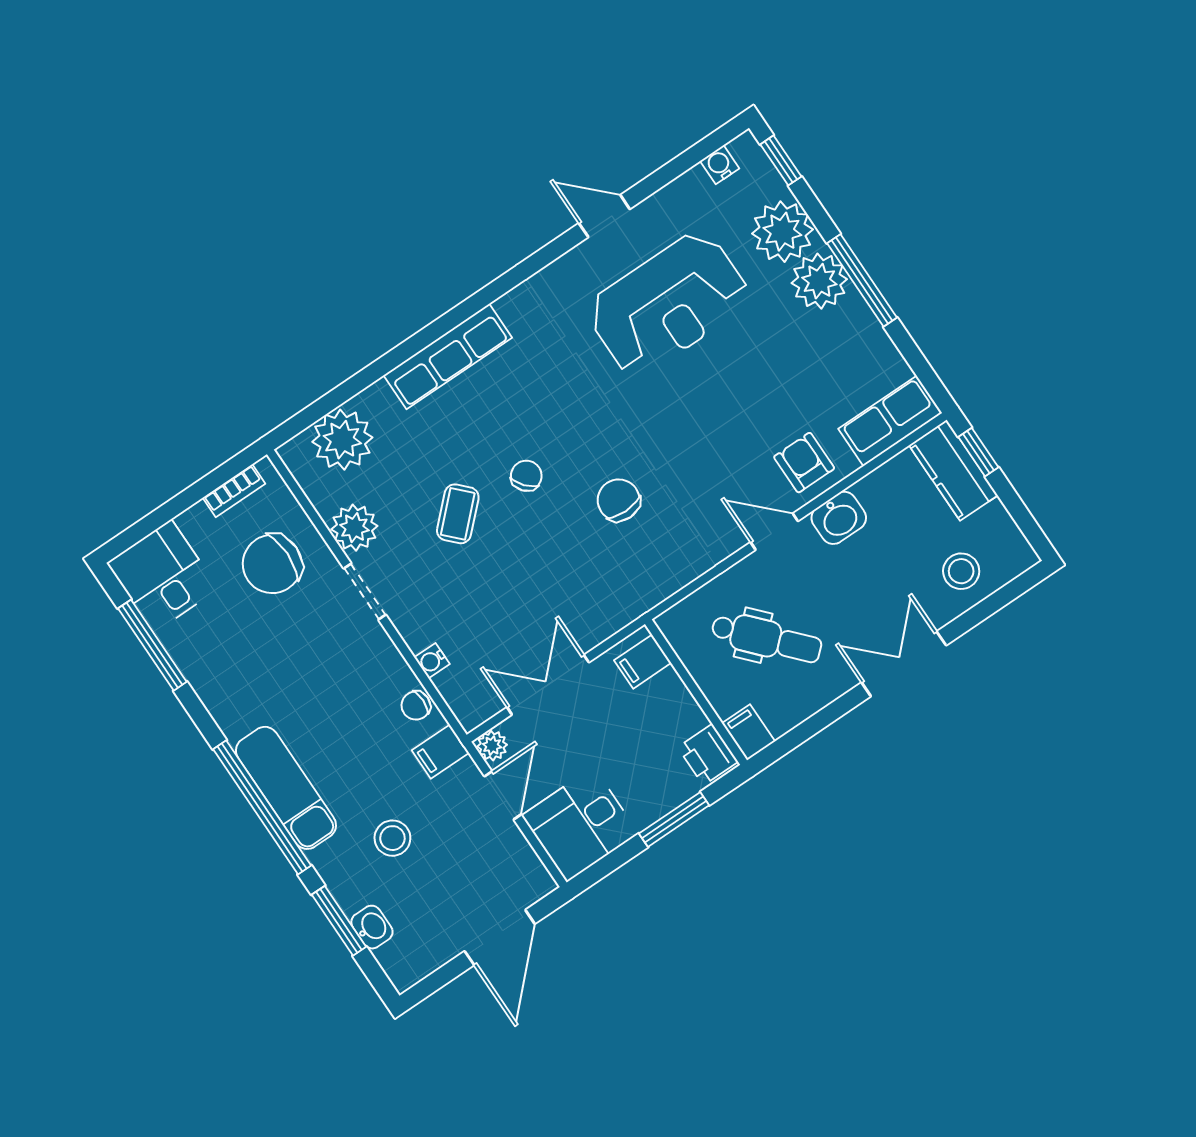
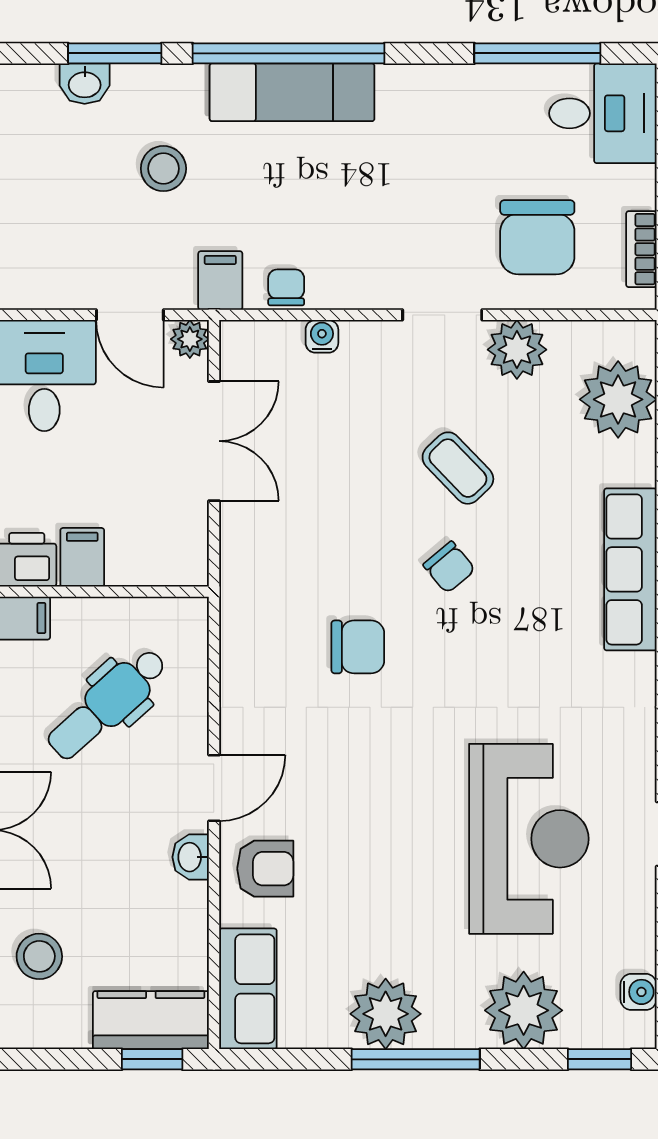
plant: (819, 281) -> (386, 1014), moved
reception desk: (668, 304) -> (529, 839), turned 180
washbasin: (839, 518) -> (191, 857), width x0.72, depth x0.69
chair: (272, 564) -> (537, 237), turned 180
filing cabinet: (643, 662) -> (82, 557), moved

